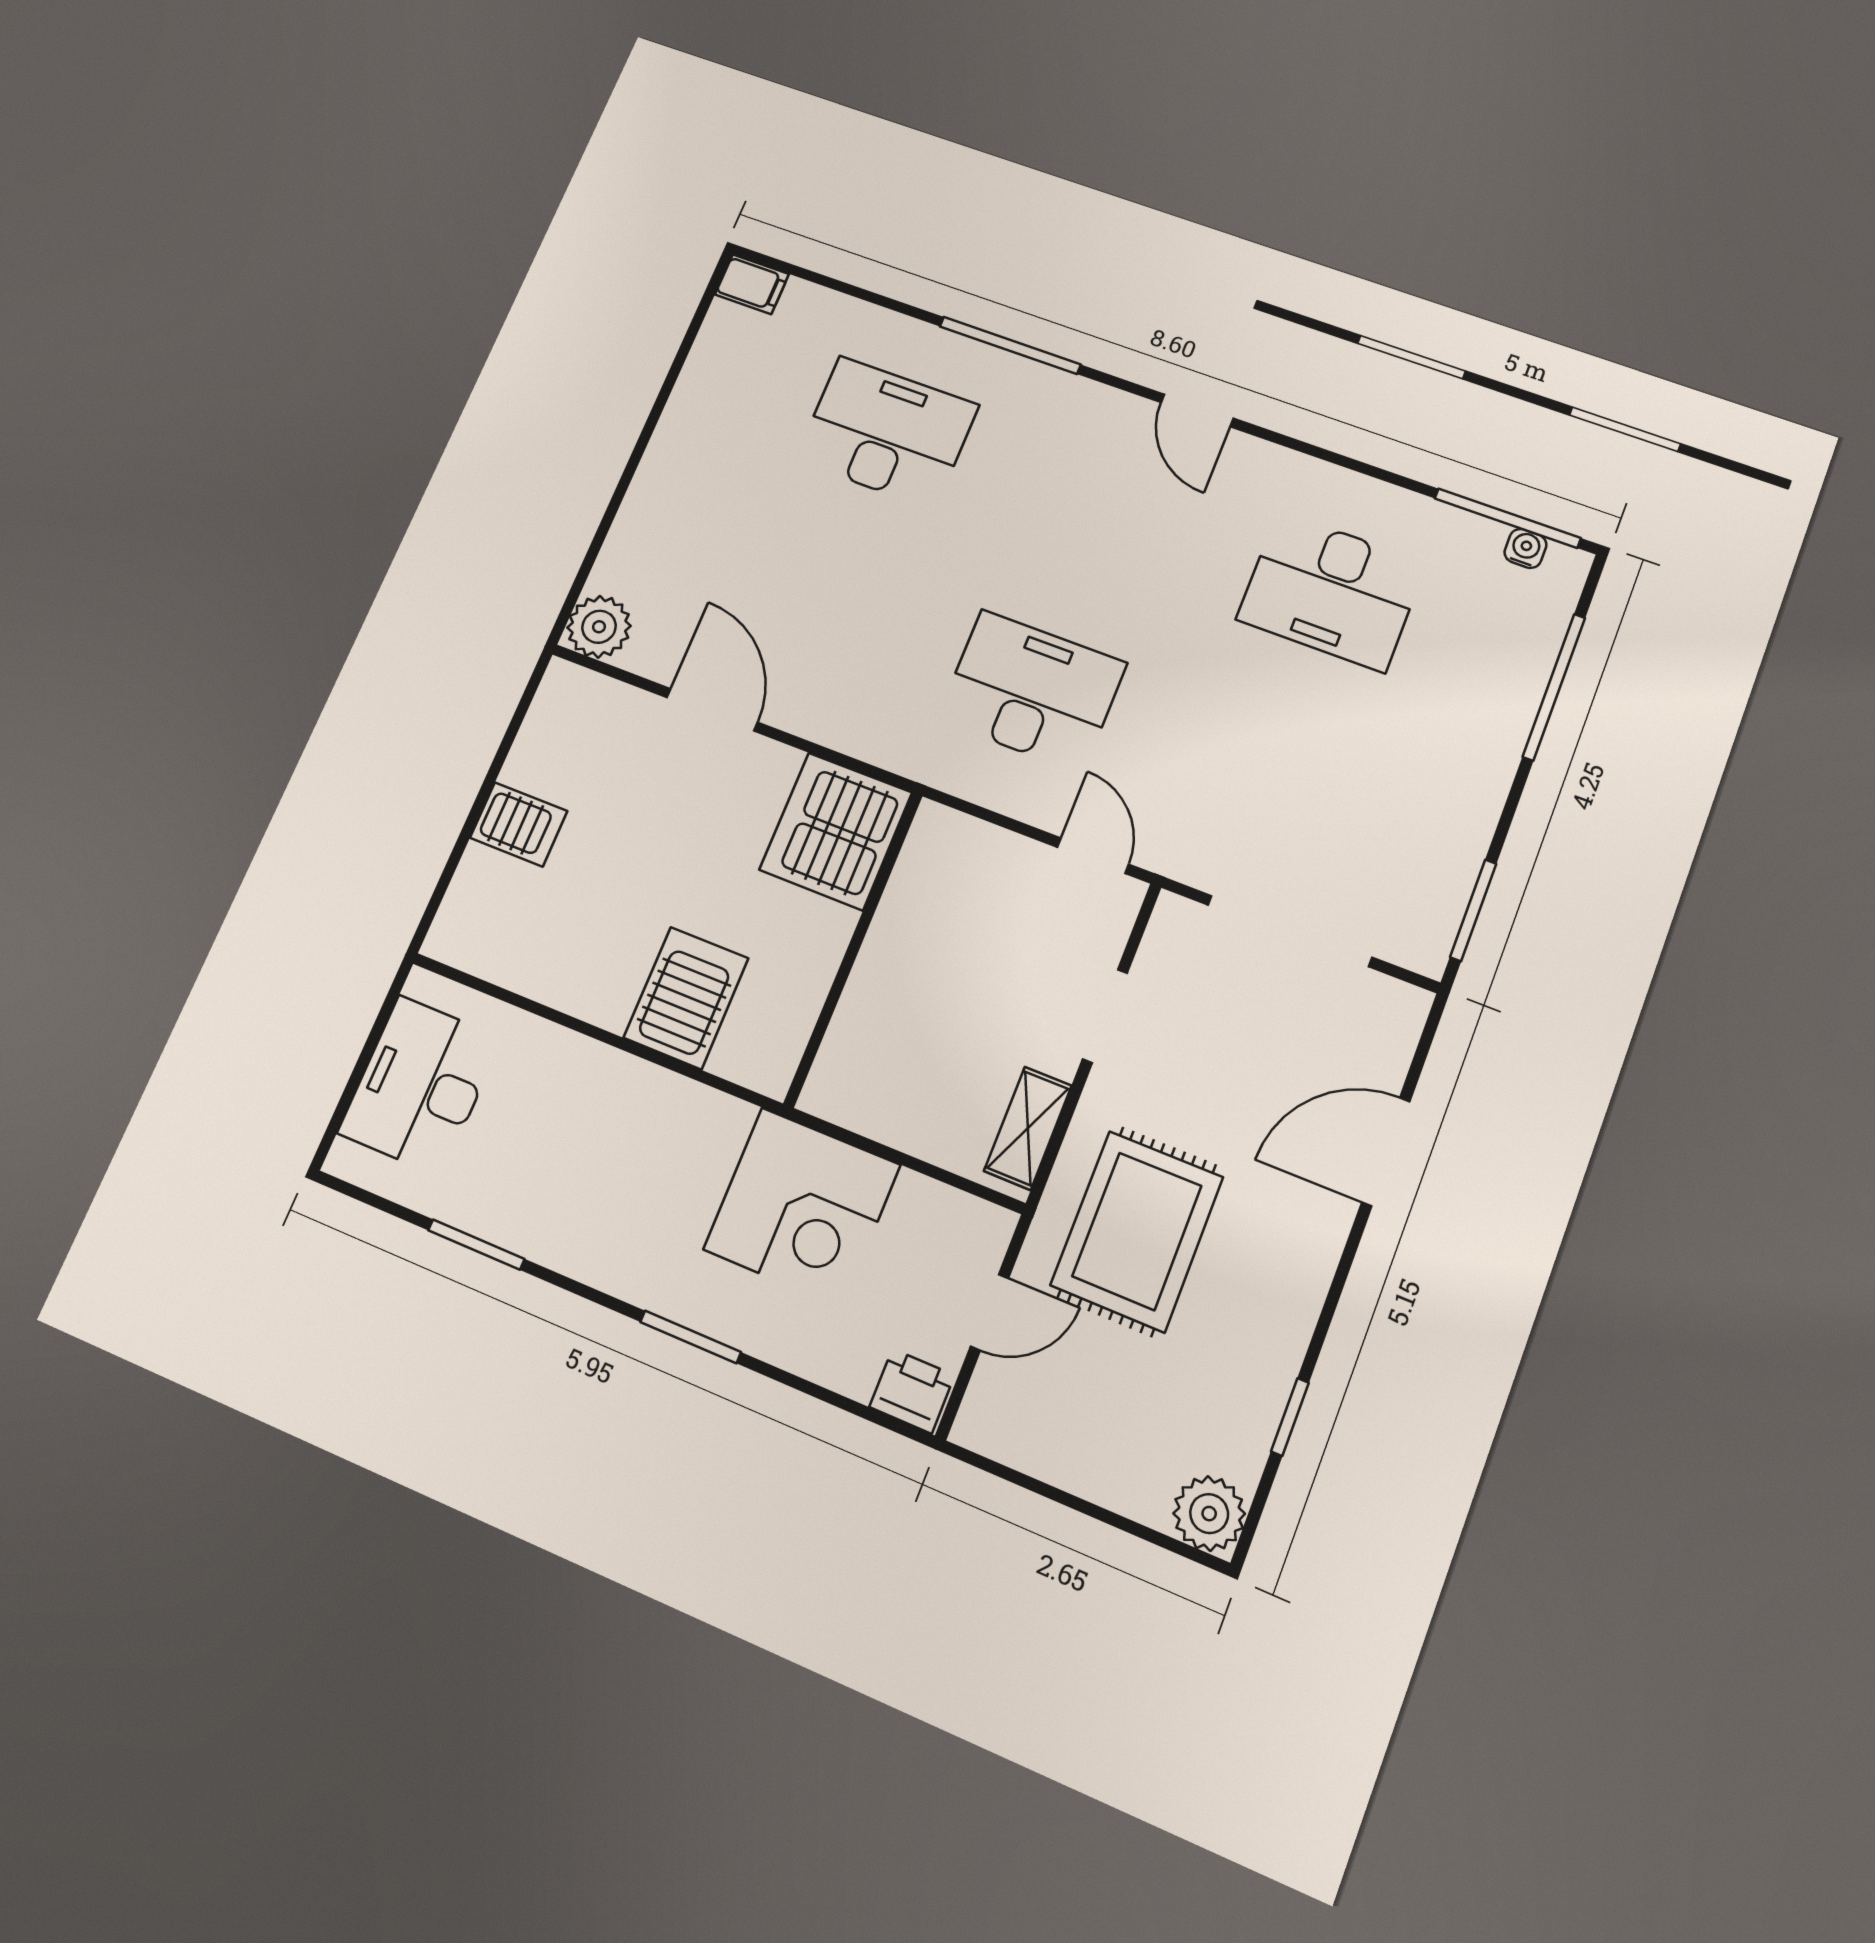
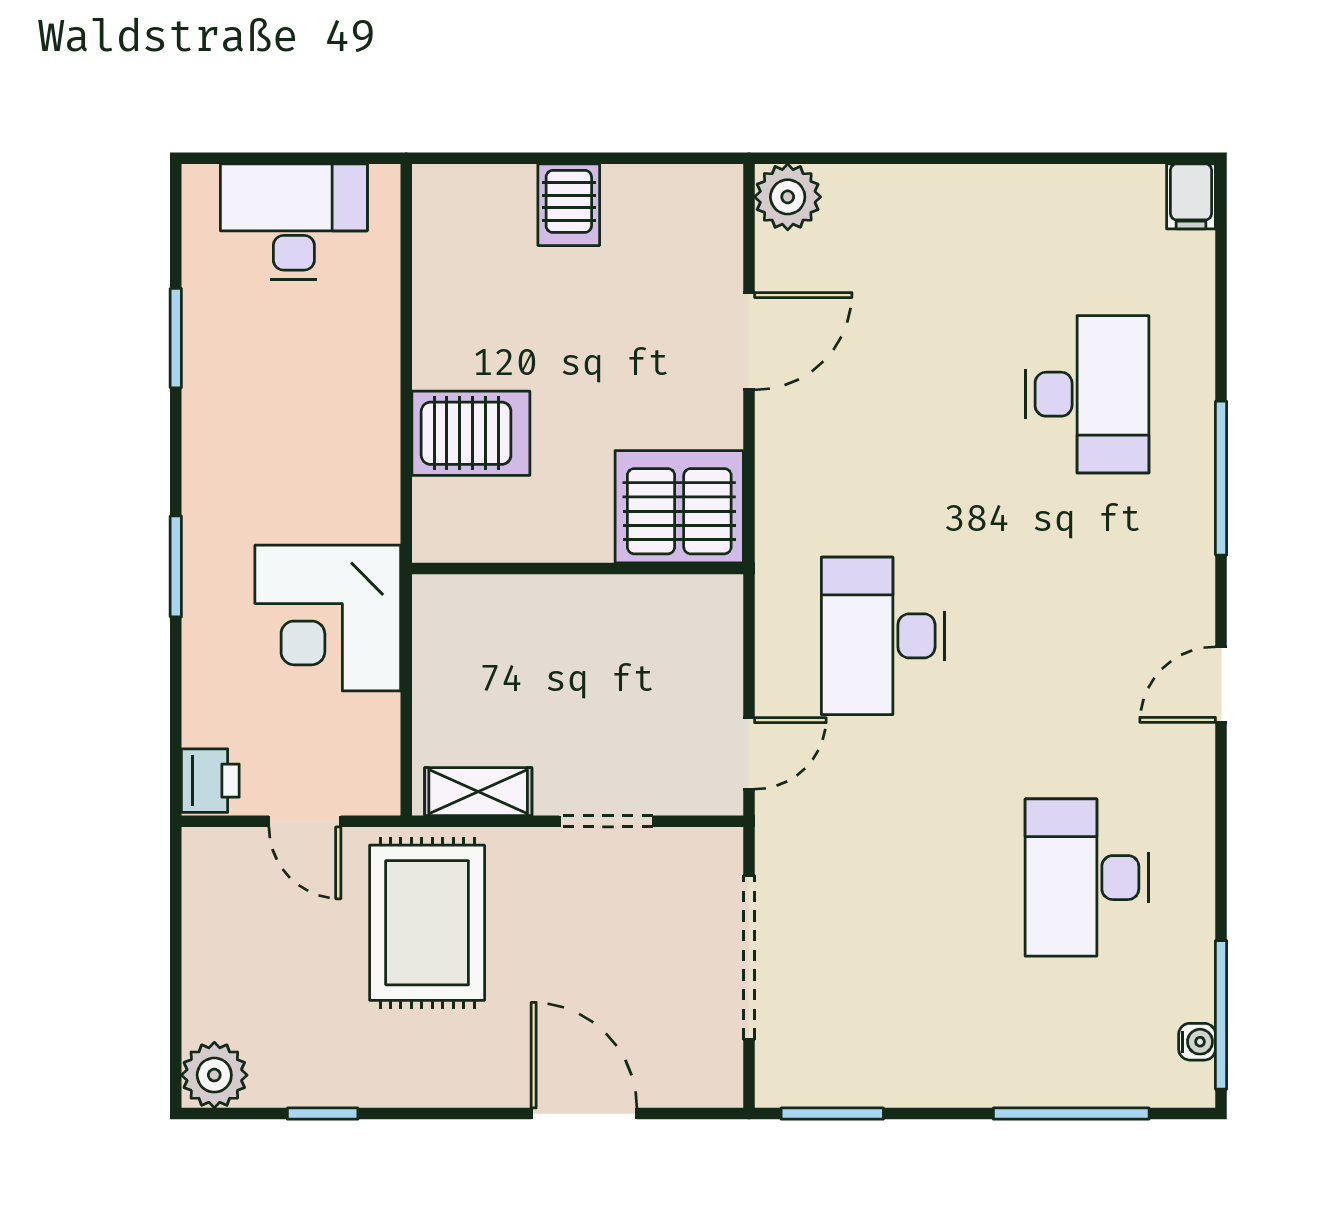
desk: (1032, 691) -> (883, 636), turned 180
rug: (1137, 1231) -> (427, 923), turned 90

